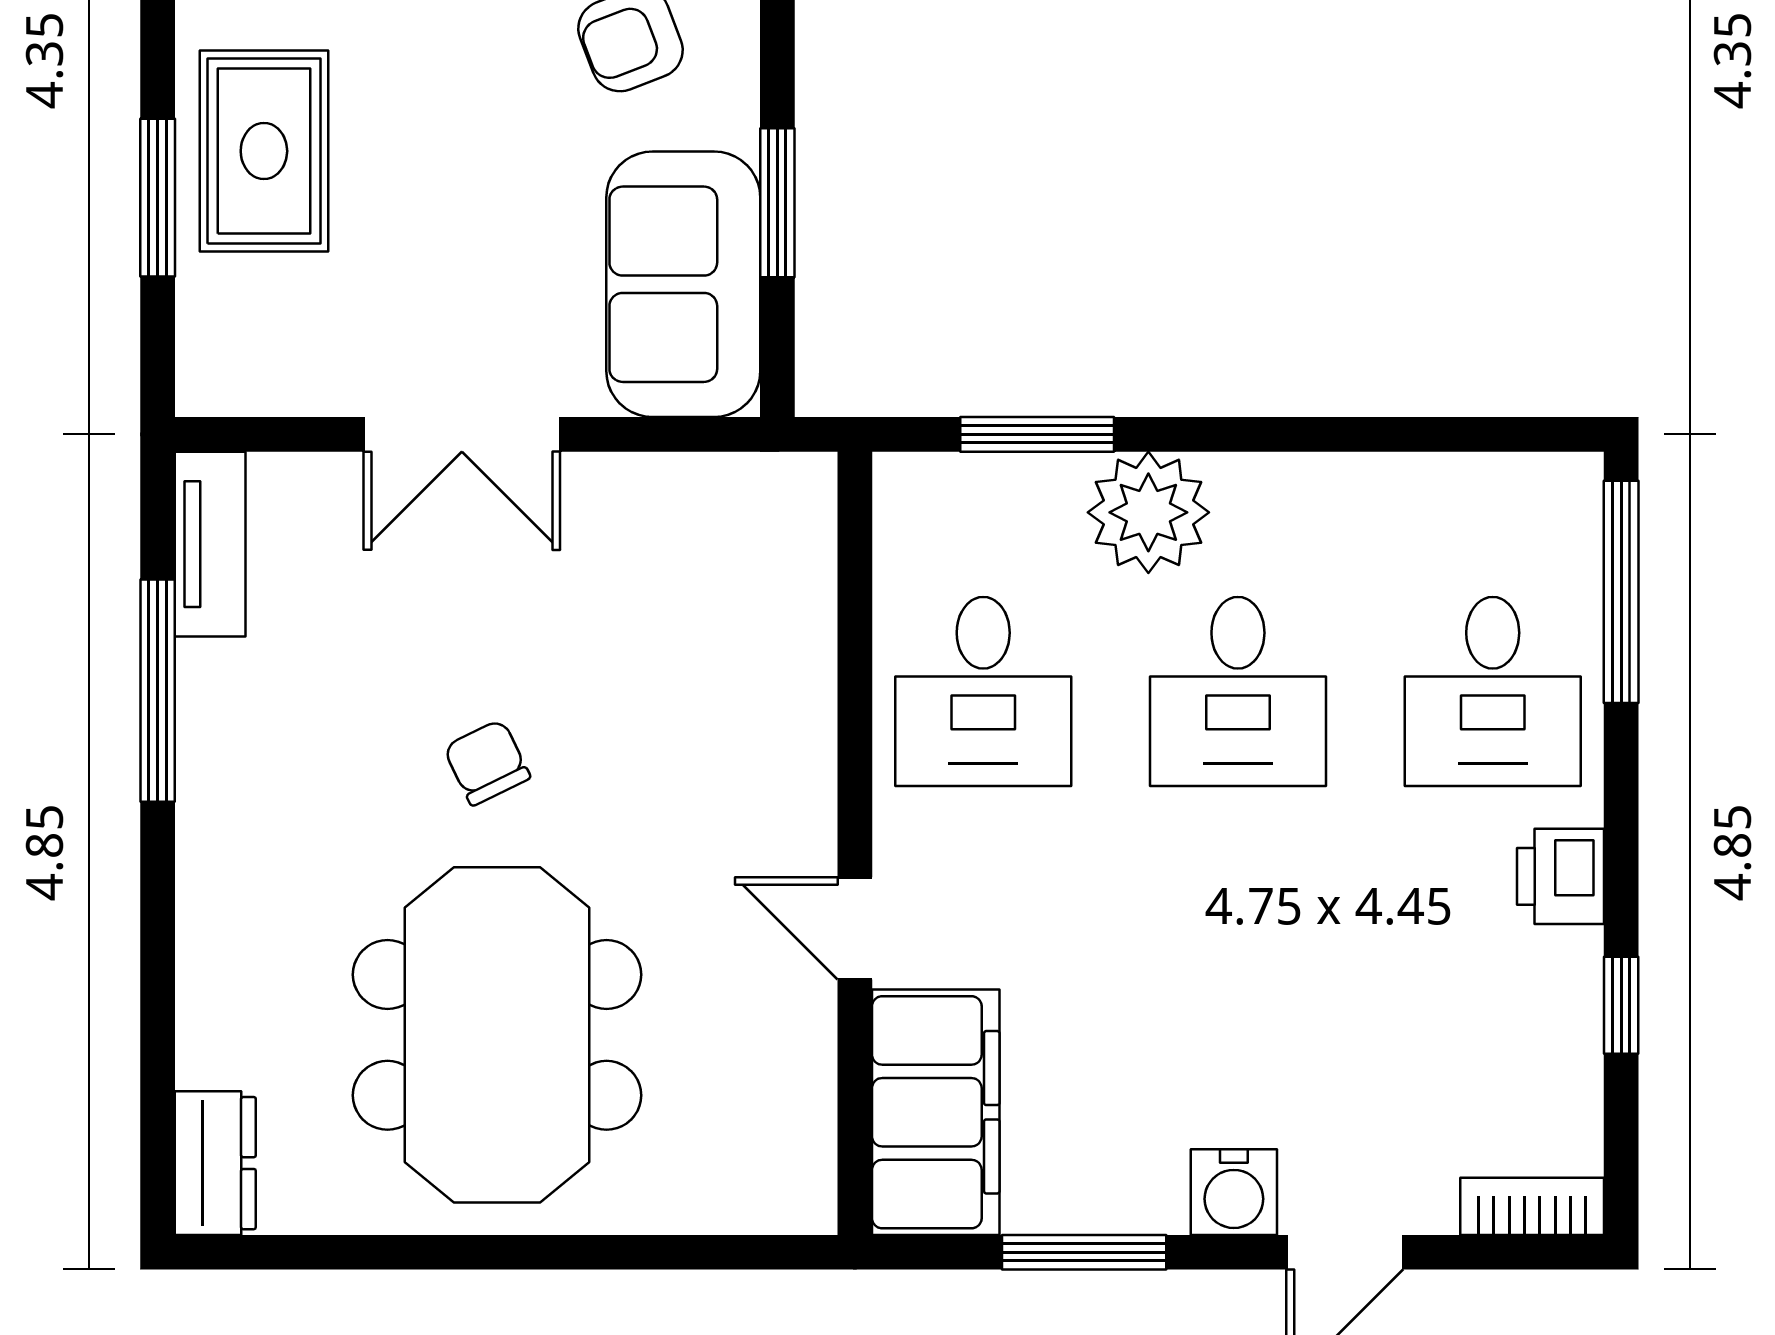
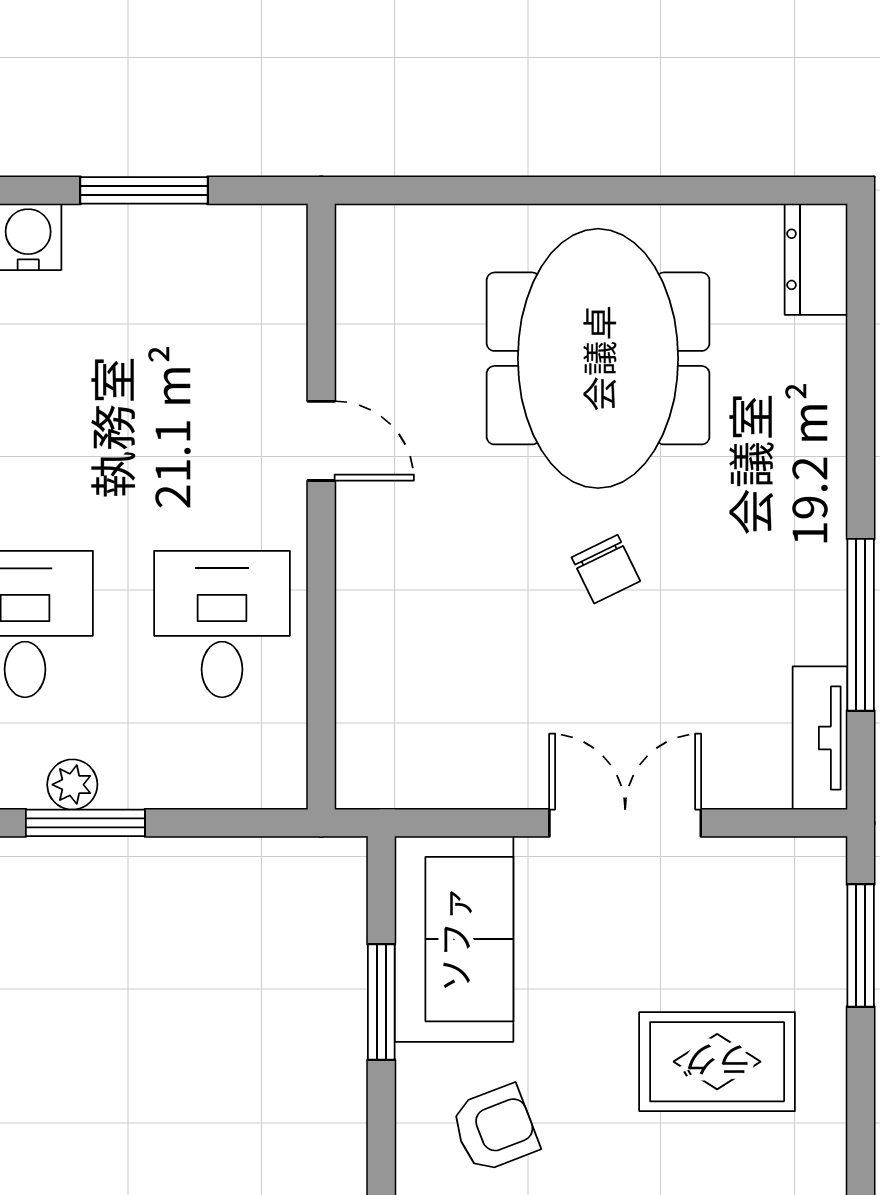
rug: (264, 151) -> (717, 1062), moved, turned 90
window: (158, 198) -> (861, 945), moved
window: (1037, 434) -> (85, 823), moved
plant: (1148, 512) -> (72, 785), width x0.53, depth x0.53
filing cabinet: (936, 1112) -> (259, 299), removed

